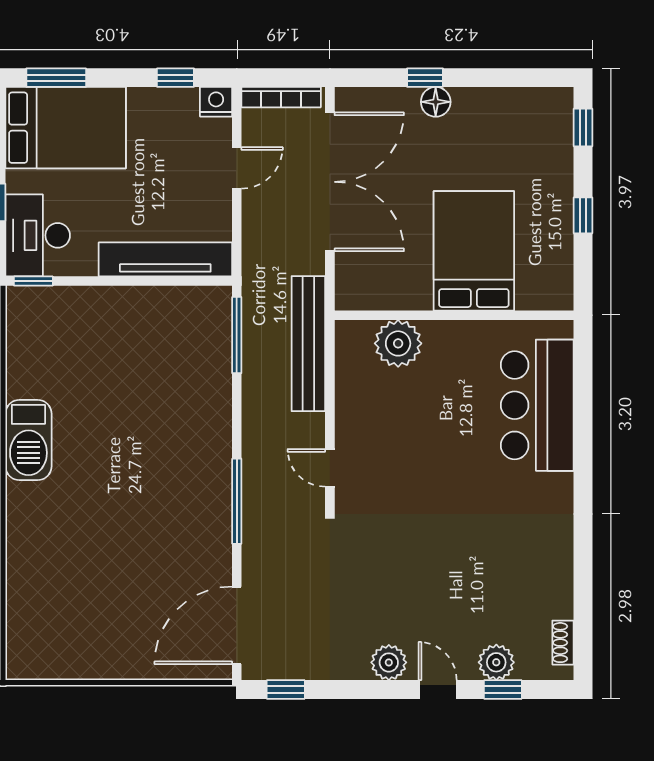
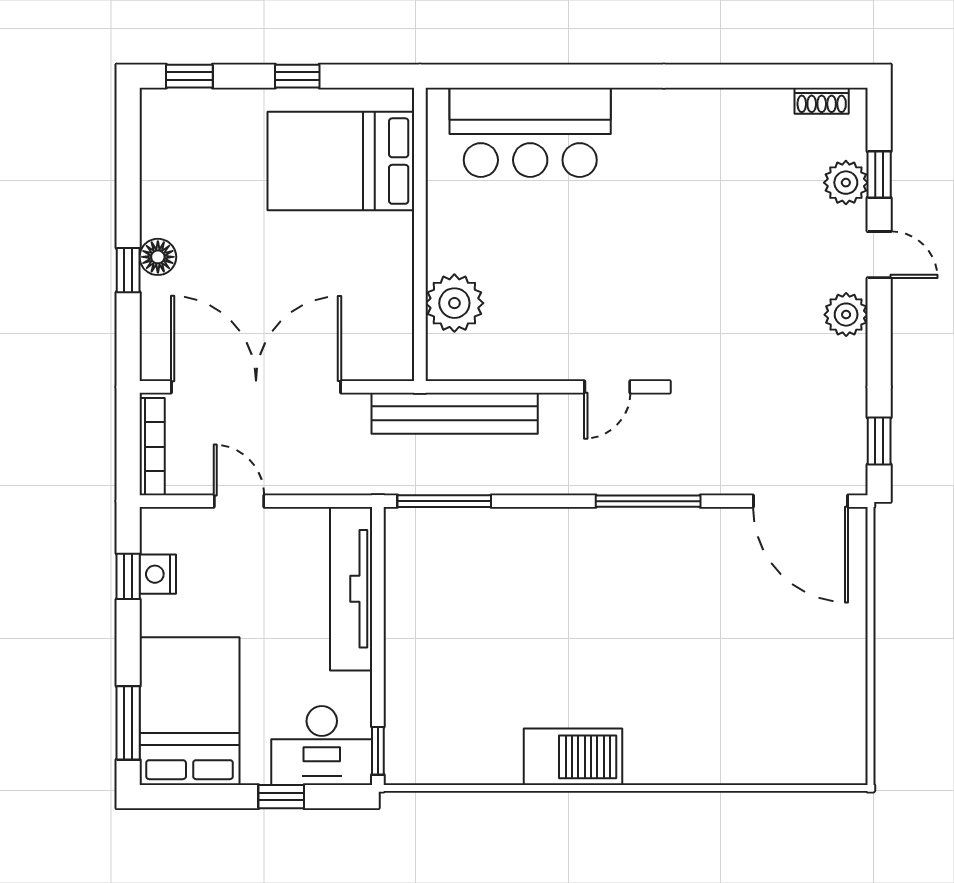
nightstand: (216, 102) -> (158, 574), moved
bed: (474, 251) -> (341, 161), moved
door: (438, 689) -> (879, 255), swing flipped

